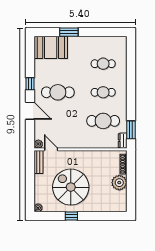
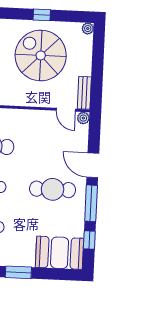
window: (69, 32) -> (18, 272), moved
window: (30, 58) -> (89, 240), added
window: (30, 84) -> (91, 203), width x2.17
spiral stairs: (71, 187) -> (41, 55), turned 180

